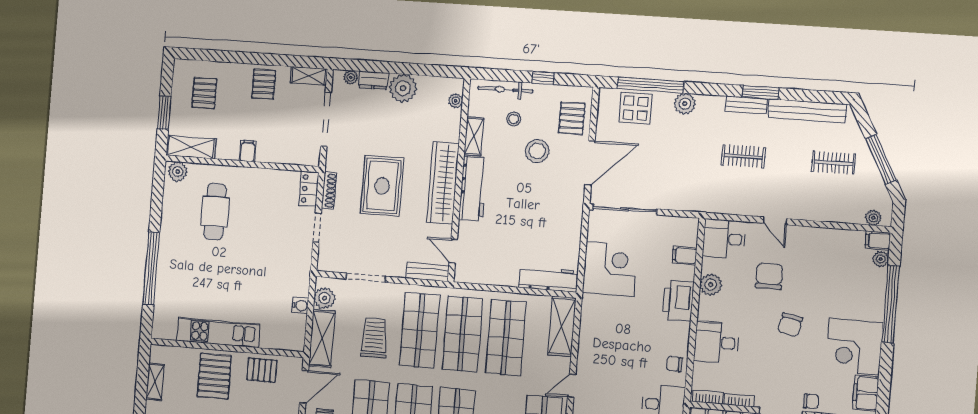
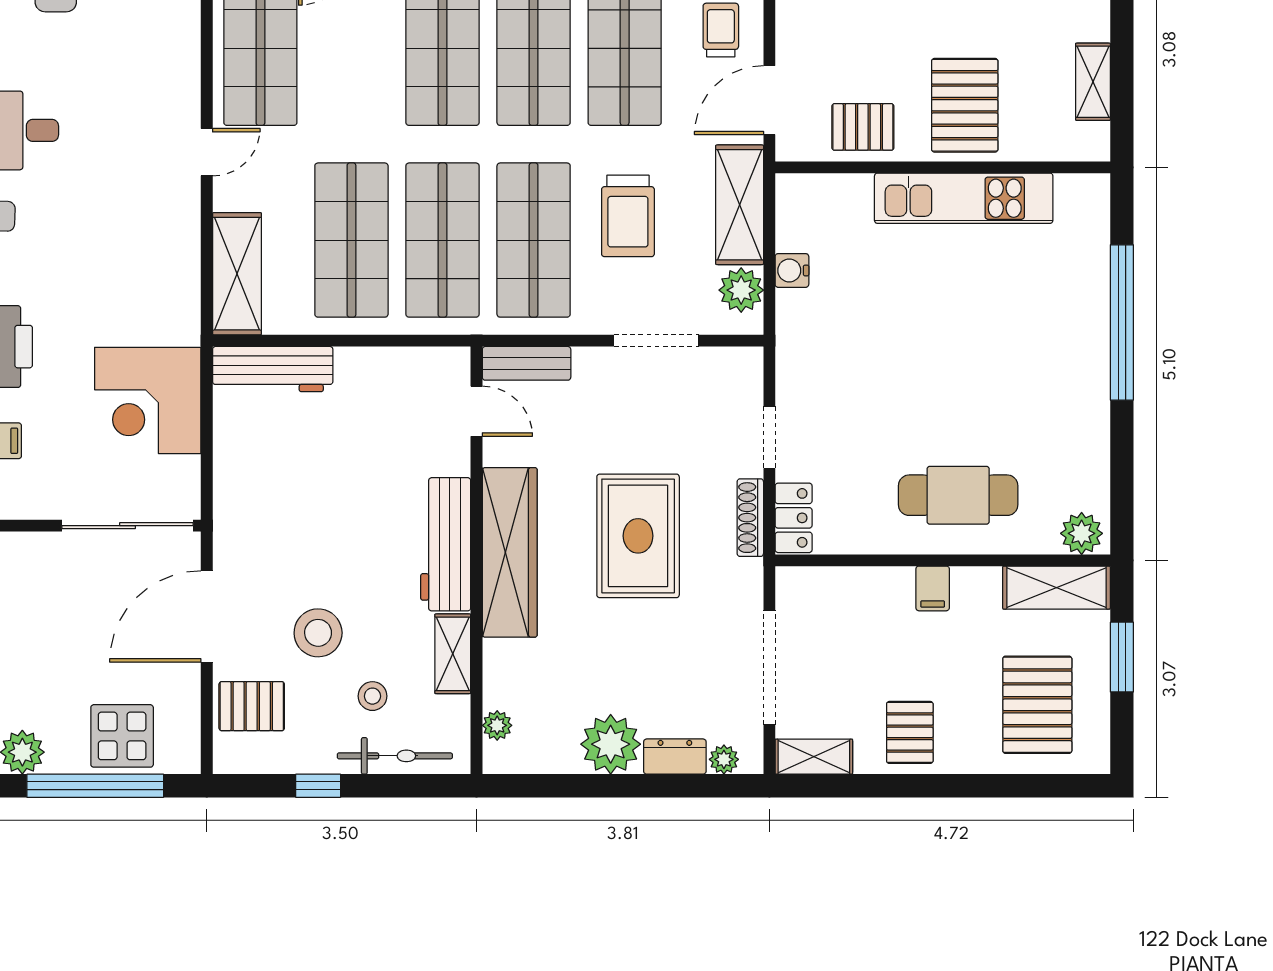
pallet: (204, 93) -> (1037, 705), width x1.50, depth x1.42
pallet: (572, 118) -> (252, 706), turned 90
cafe table: (215, 212) -> (958, 495), moved, turned 90

